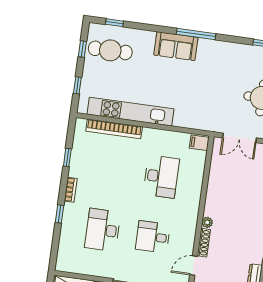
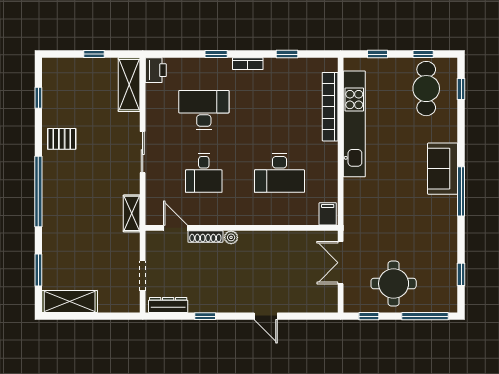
desk: (153, 237) -> (204, 173), turned 180
printer: (66, 264) -> (156, 70), added

